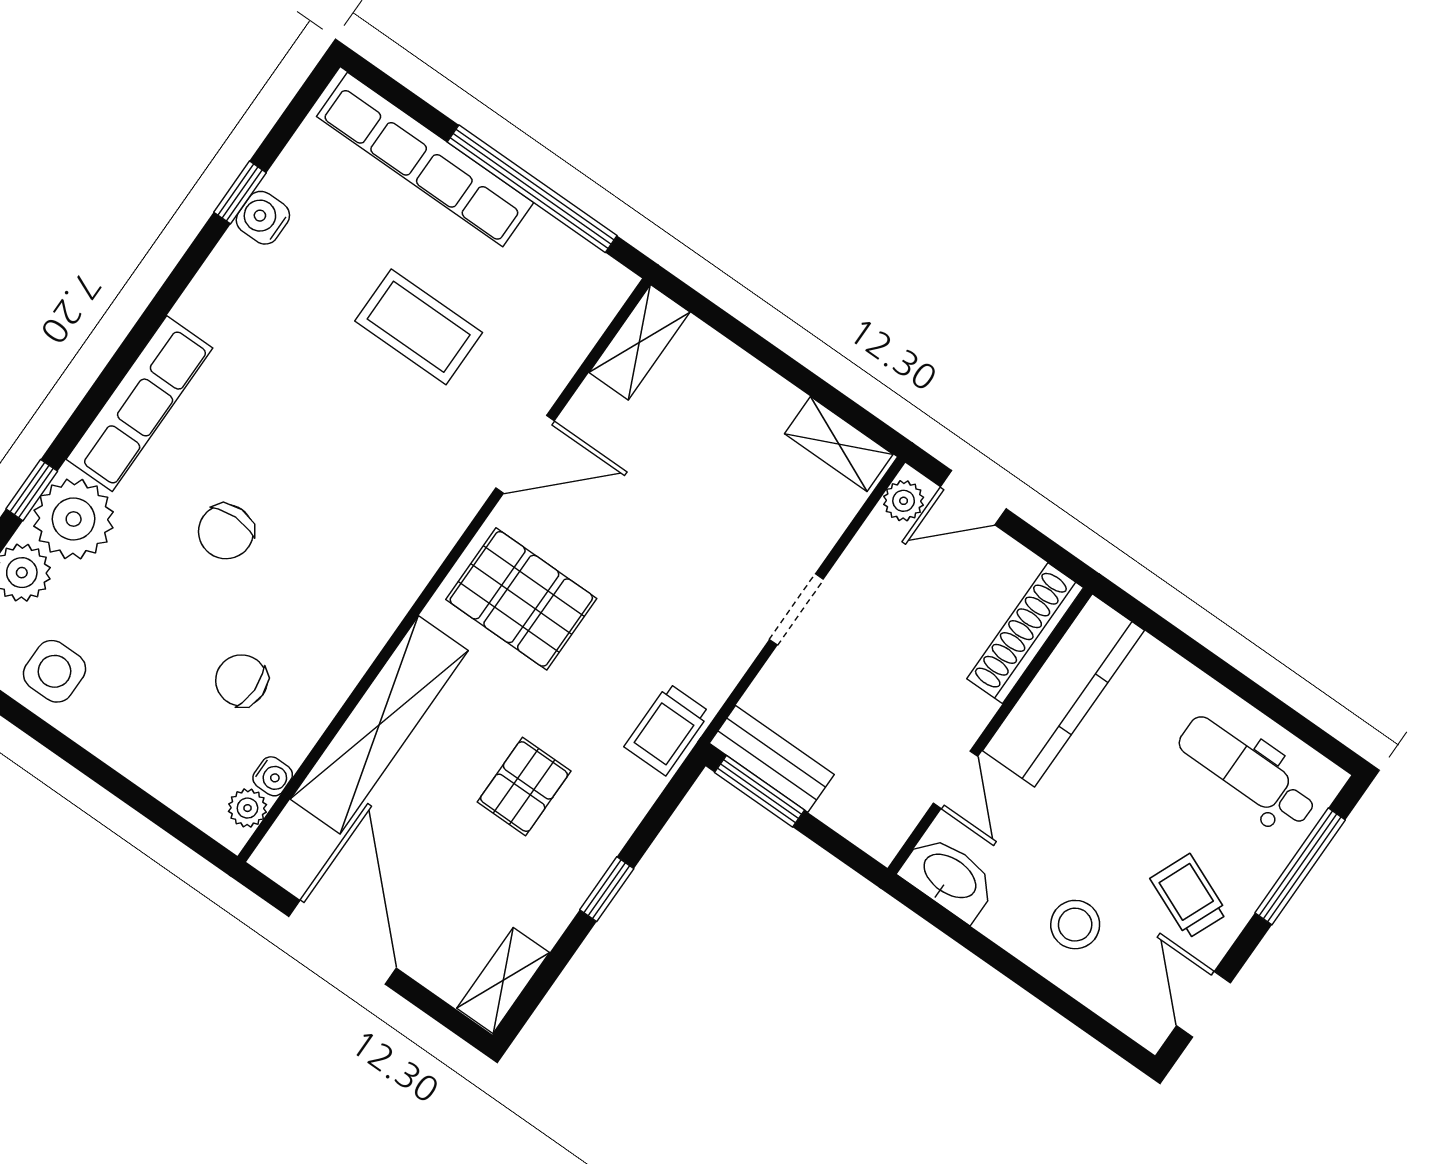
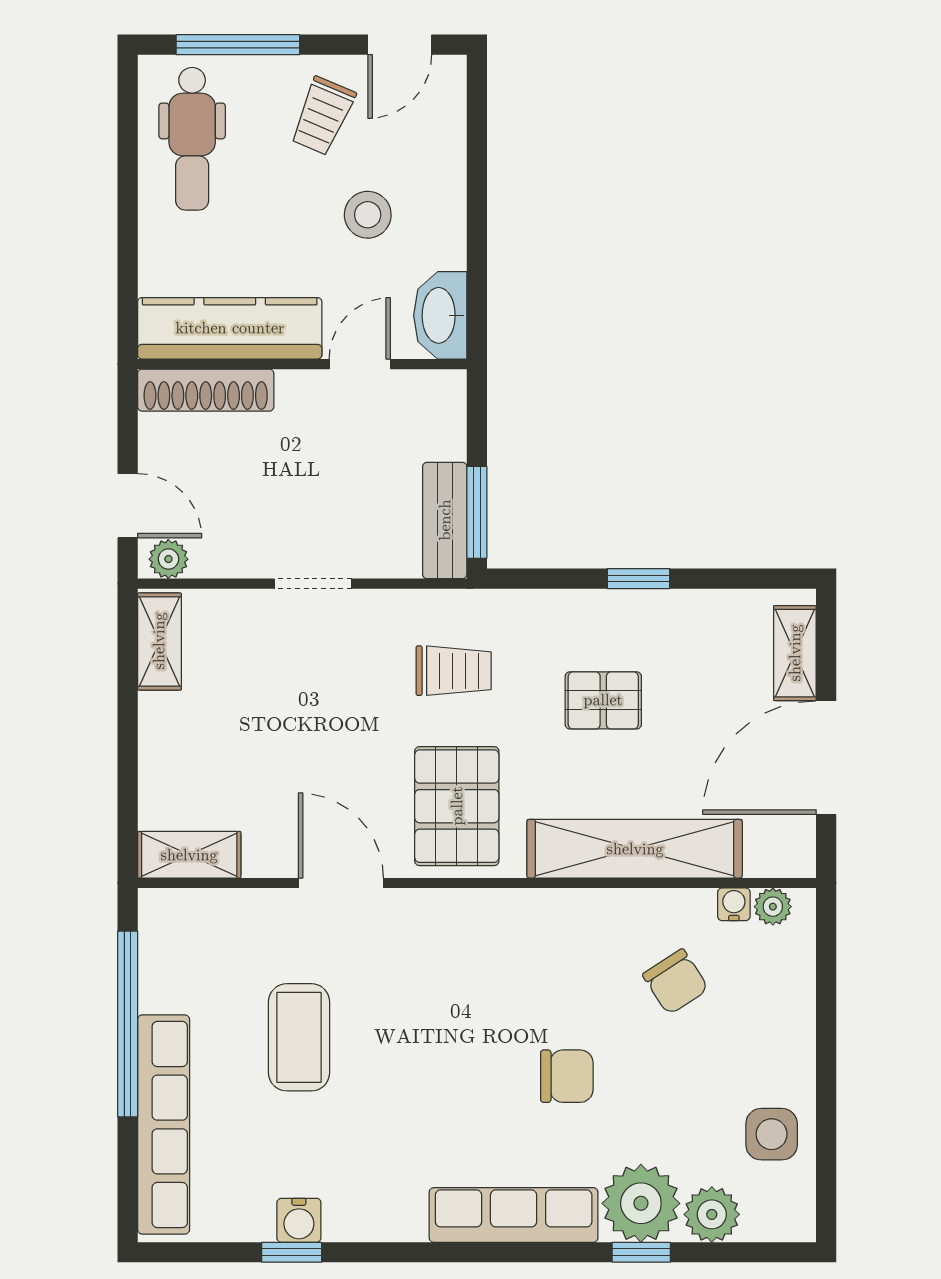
chair: (241, 680) -> (676, 982), turned -33
trolley: (667, 729) -> (454, 671), moved
stool: (1075, 925) -> (368, 215), moved
shelving: (503, 980) -> (795, 653), moved, turned 90

